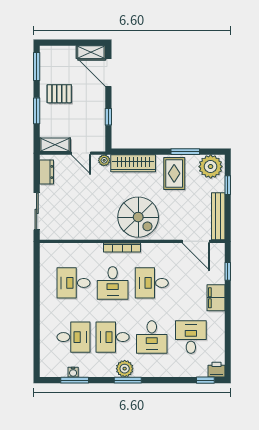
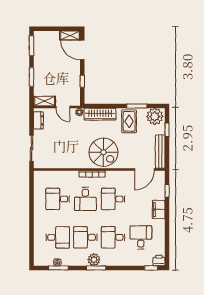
pallet: (59, 94) -> (48, 65), removed
door: (196, 241) -> (144, 169), hinge flipped
desk: (152, 337) -> (113, 237), turned 90

